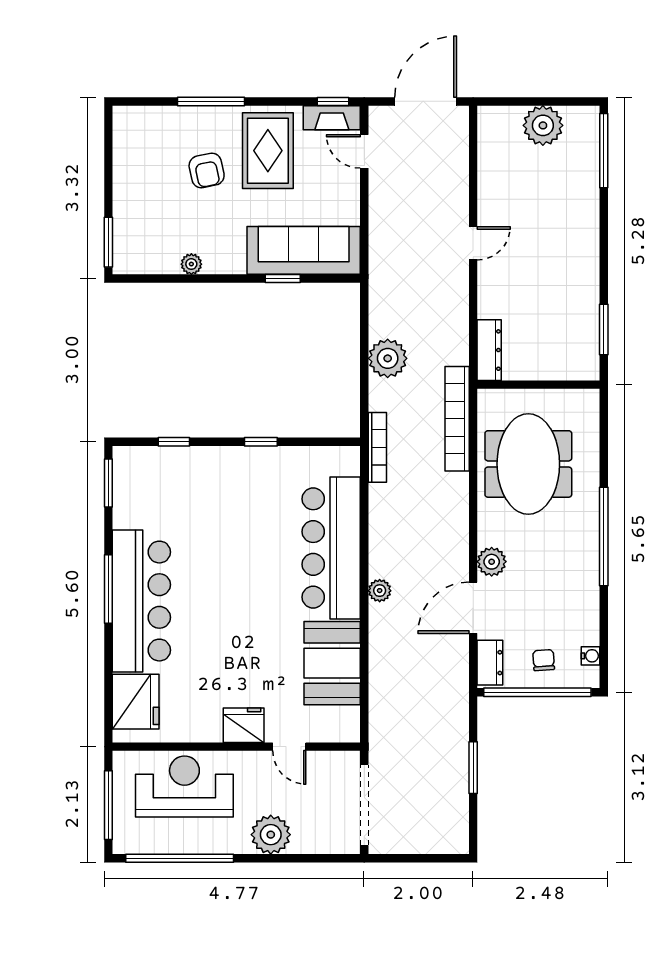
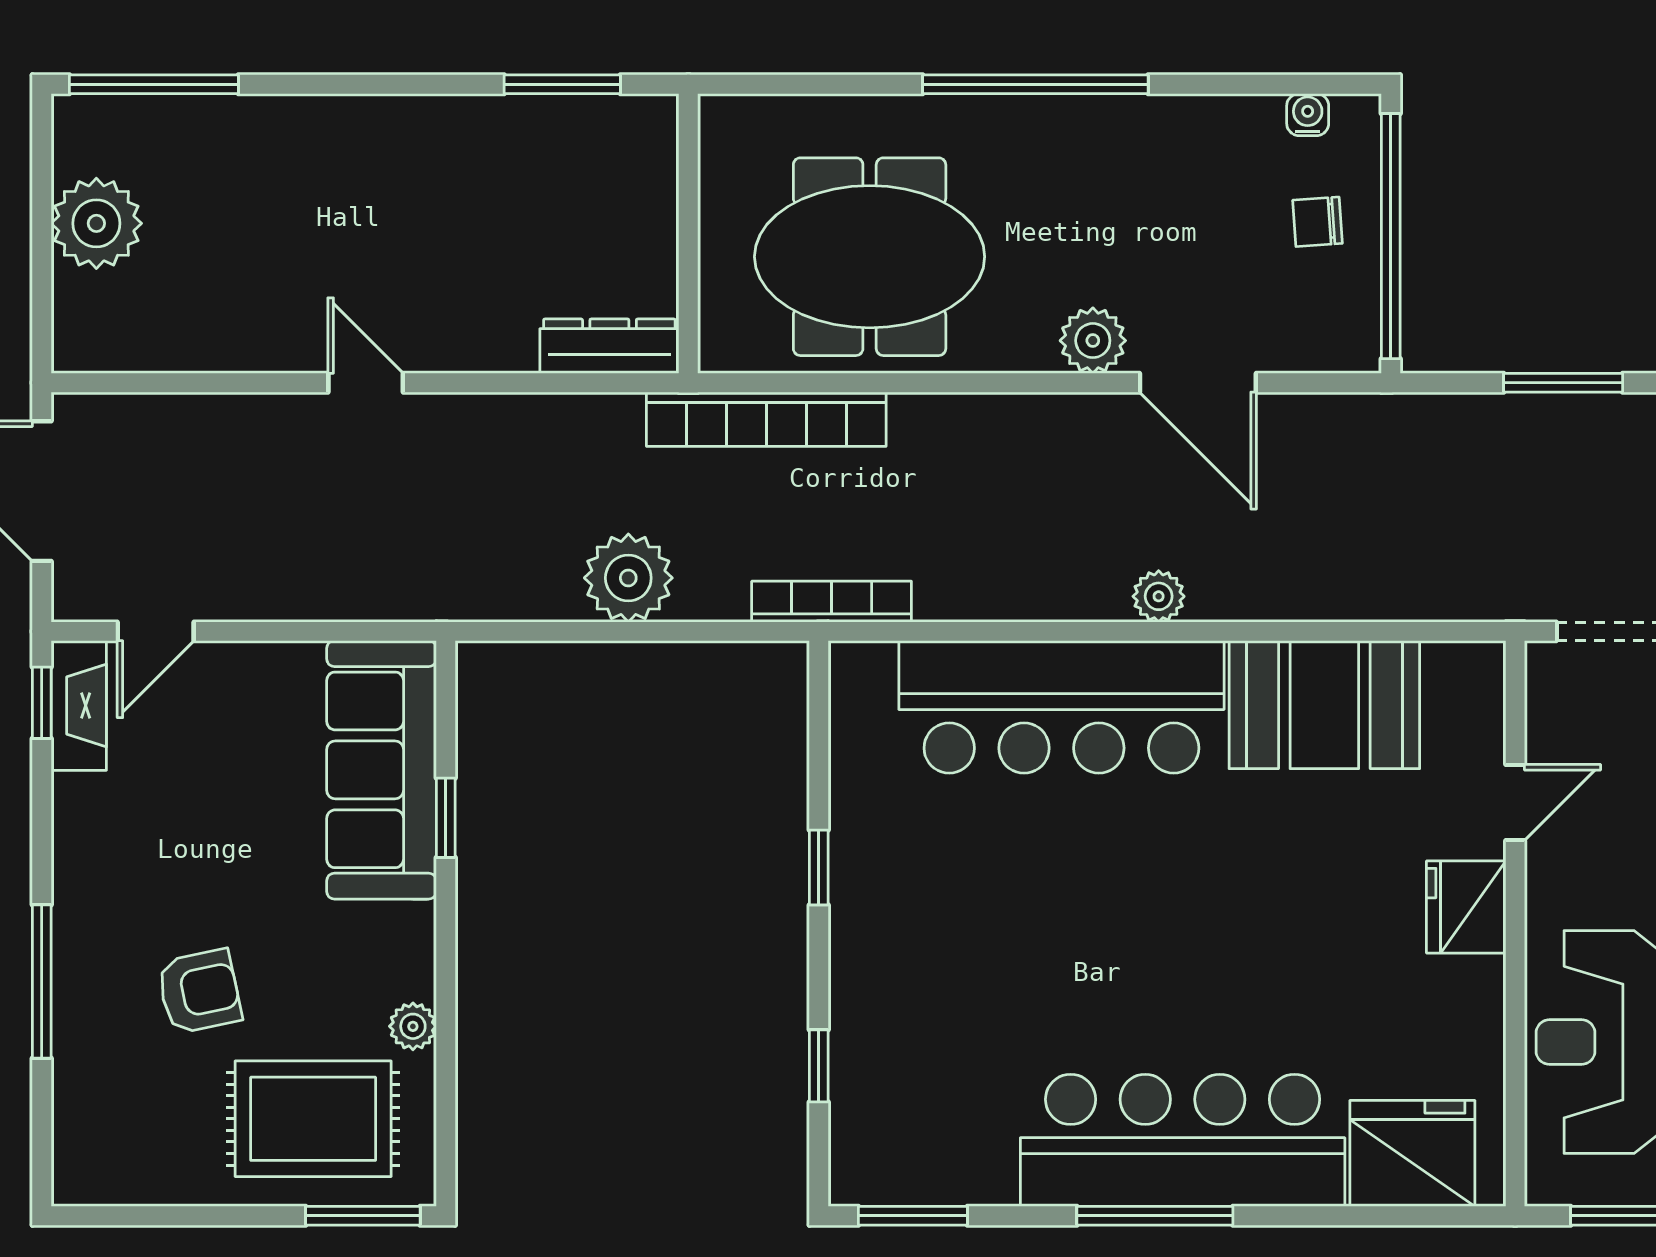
rug: (268, 151) -> (313, 1119), moved
dresser: (490, 663) -> (1323, 344), removed

